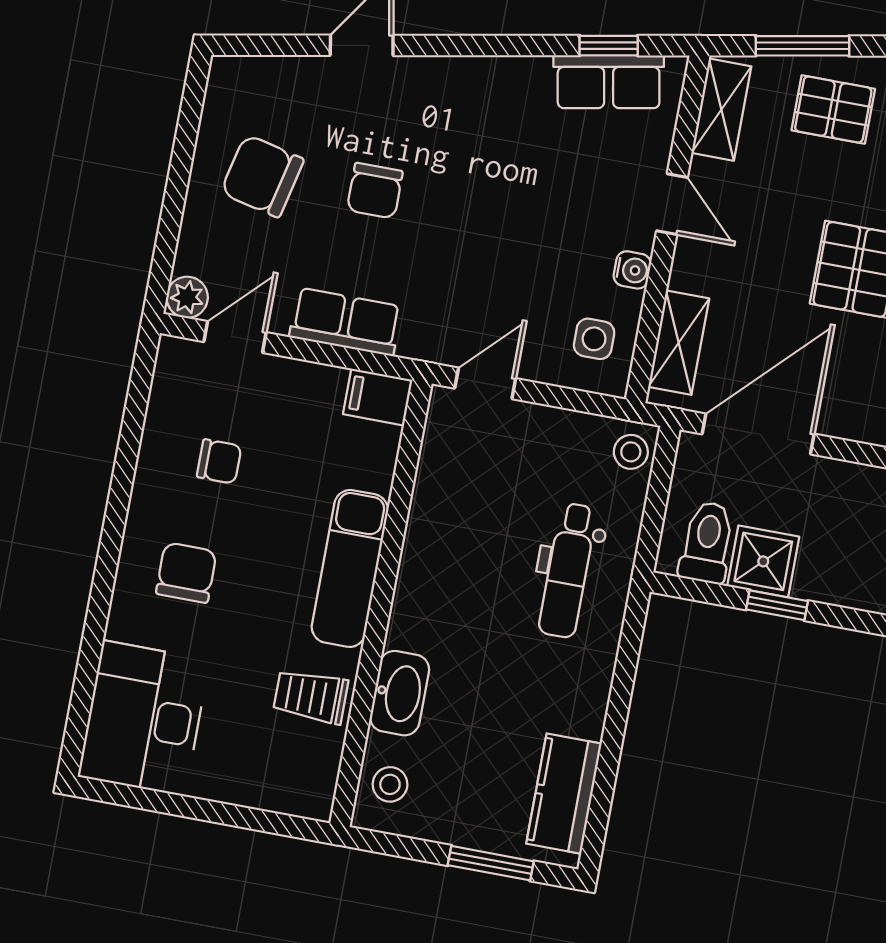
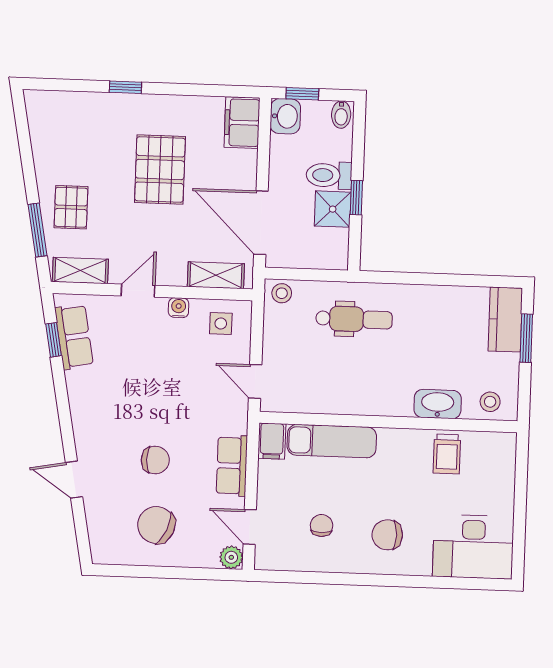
chair: (262, 176) -> (156, 525), turned 101
toilet: (707, 542) -> (329, 175), moved
exam couch: (350, 568) -> (332, 441), moved
kitchen counter: (564, 794) -> (505, 320), moved, turned 90

